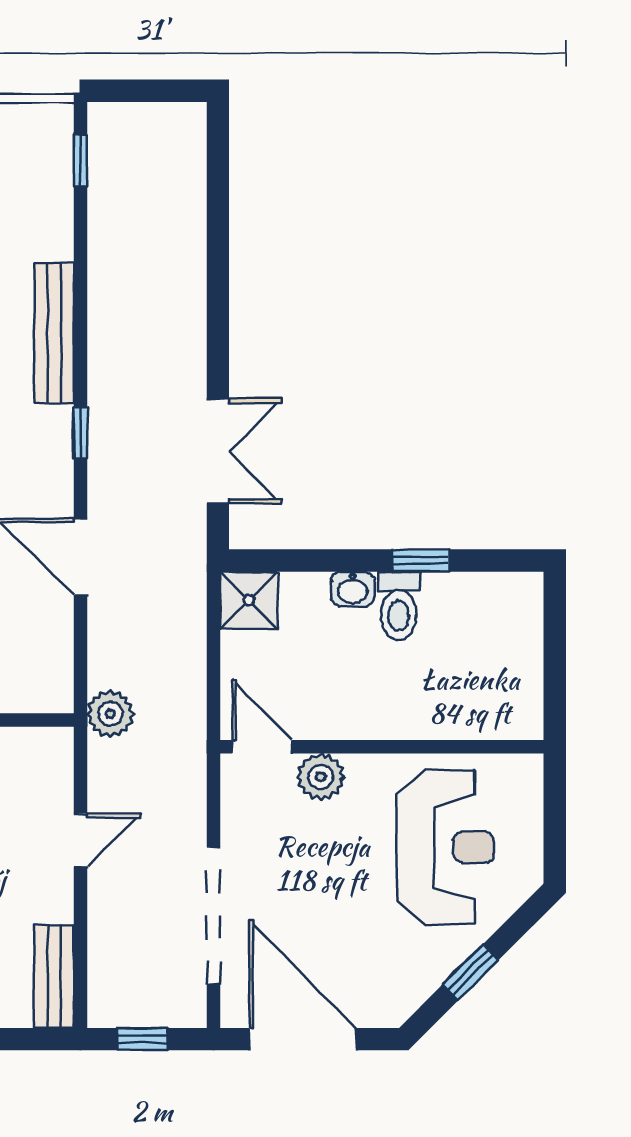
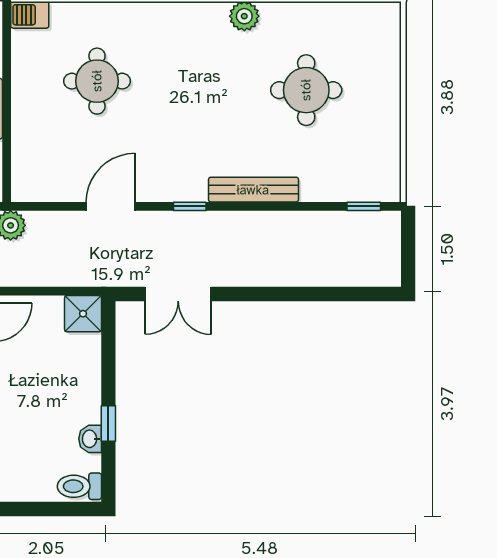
washbasin: (353, 589) -> (90, 439), moved
toilet: (399, 606) -> (79, 486), moved

